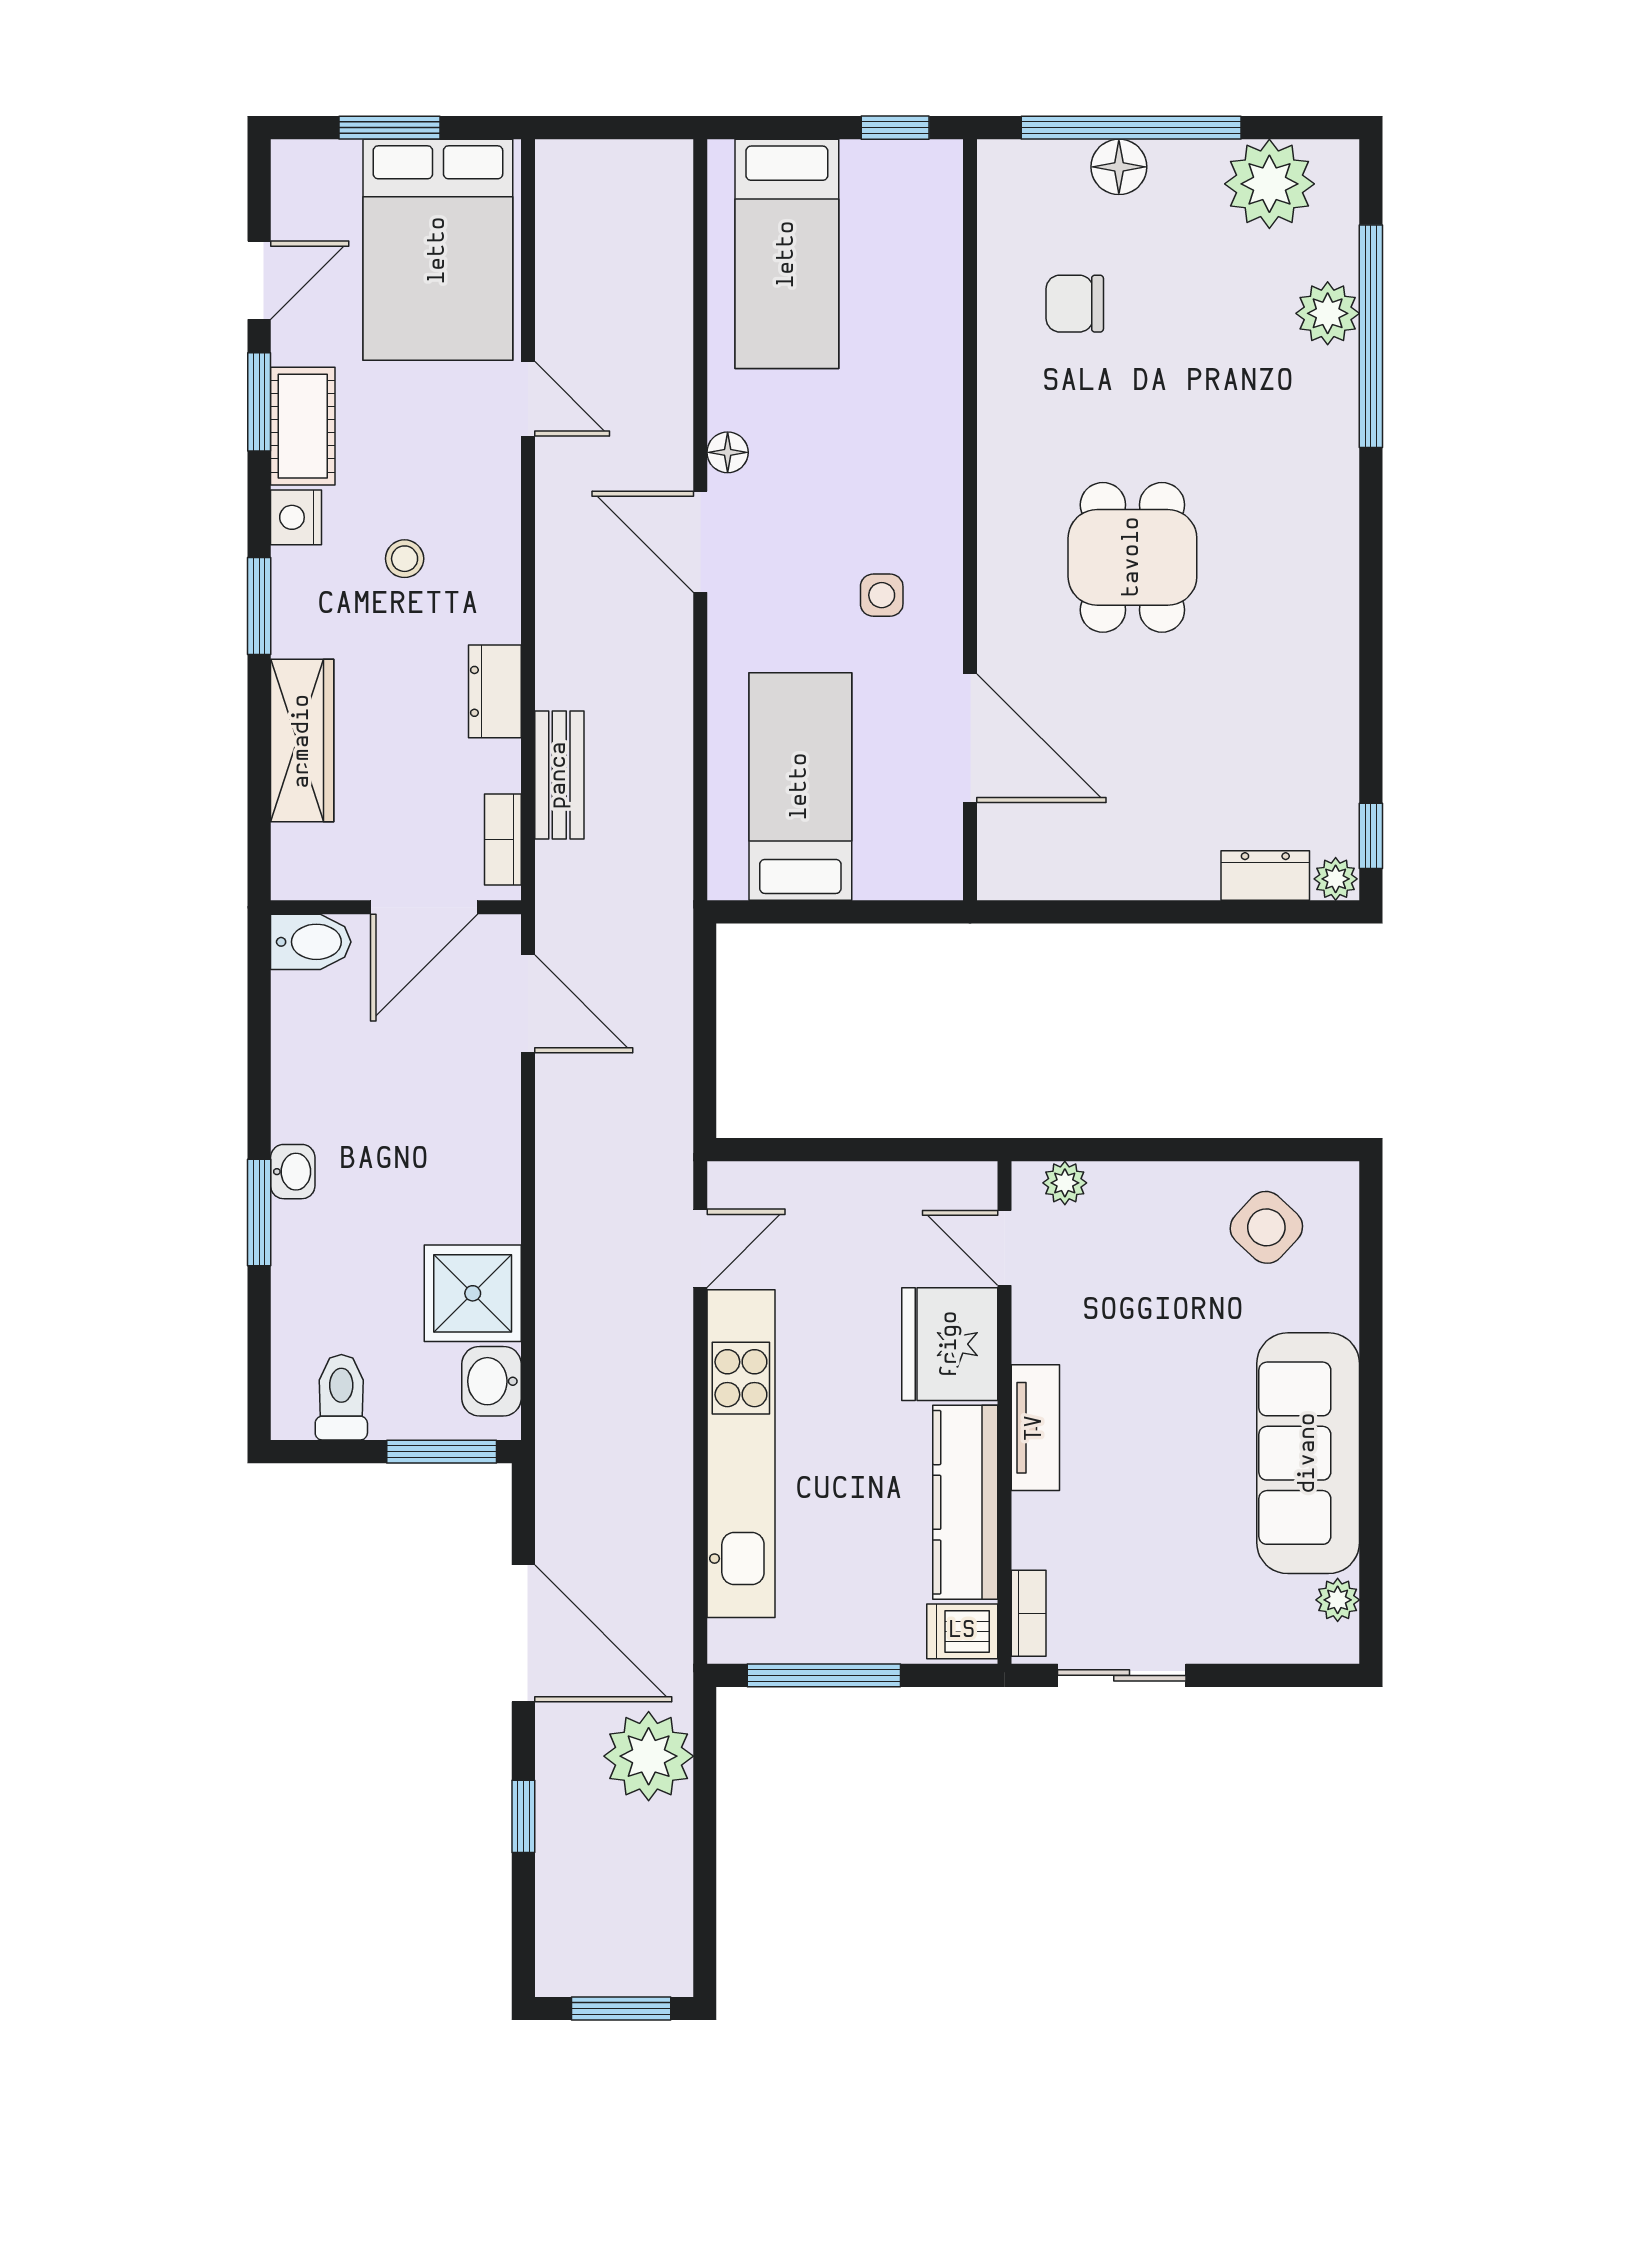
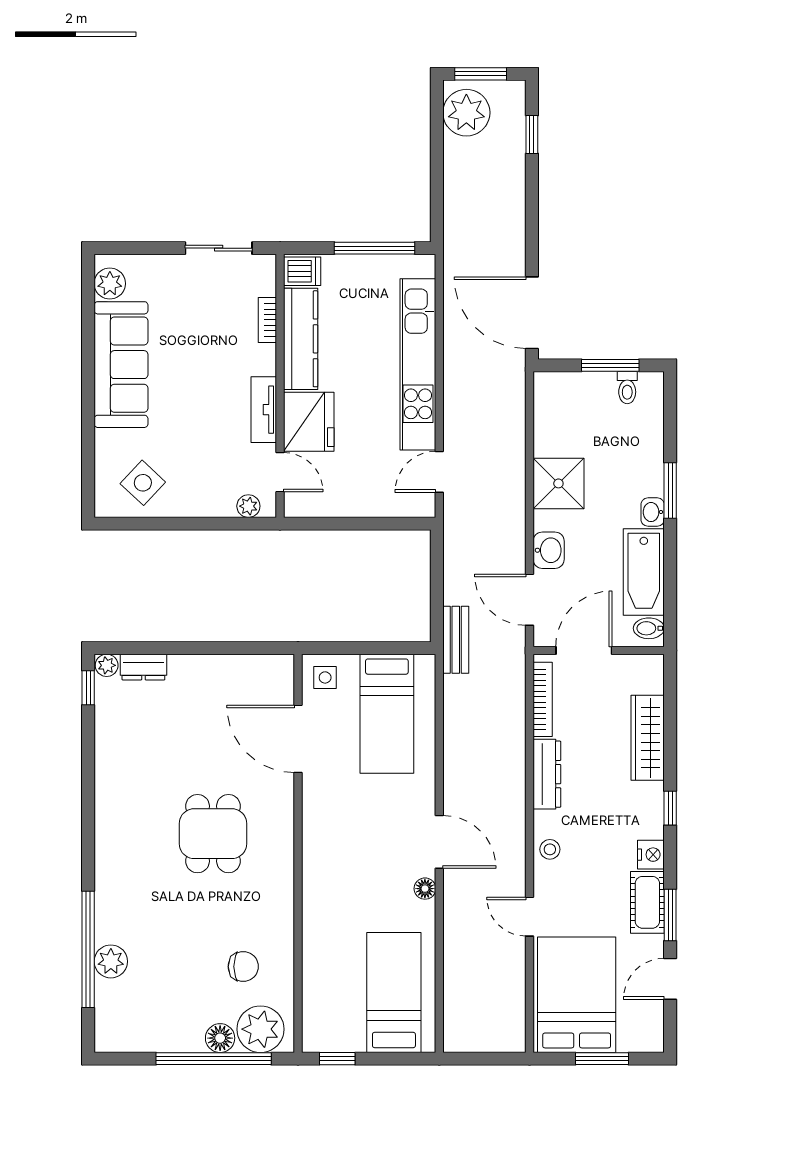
plant: (1269, 184) -> (260, 1029), moved
stool: (405, 559) -> (550, 849), moved
side table: (882, 595) -> (325, 677), moved
window: (259, 606) -> (670, 808), width x0.67
dresser: (495, 691) -> (547, 774), width x1.44
bench: (559, 775) -> (456, 640), moved
bookcase: (503, 839) -> (543, 699), width x1.56
bidet: (311, 942) -> (649, 628), width x0.72, depth x0.74
bathtub: (310, 1057) -> (644, 572), added
shower: (473, 1293) -> (558, 483), moved
washbasin: (491, 1381) -> (549, 550), moved
toilet: (341, 1397) -> (627, 388), width x0.73, depth x0.72
tv unit: (1035, 1428) -> (264, 410), moved
window: (442, 1452) -> (610, 365), moved
plant: (1338, 1600) -> (110, 284), width x1.38, depth x1.38
bookcase: (1029, 1613) -> (267, 320), moved
door: (523, 1633) -> (532, 313), moved
plant: (649, 1756) -> (466, 113), moved
window: (523, 1816) -> (532, 134), moved

